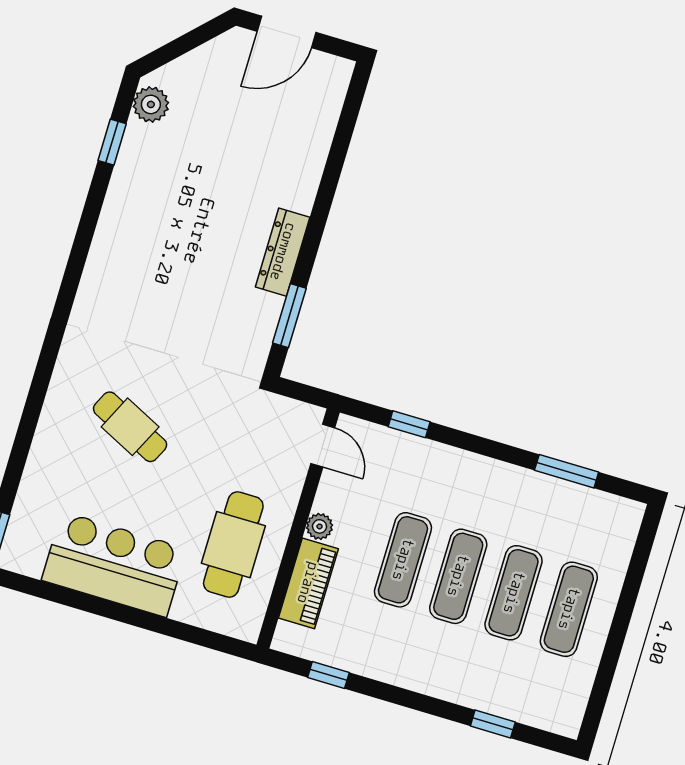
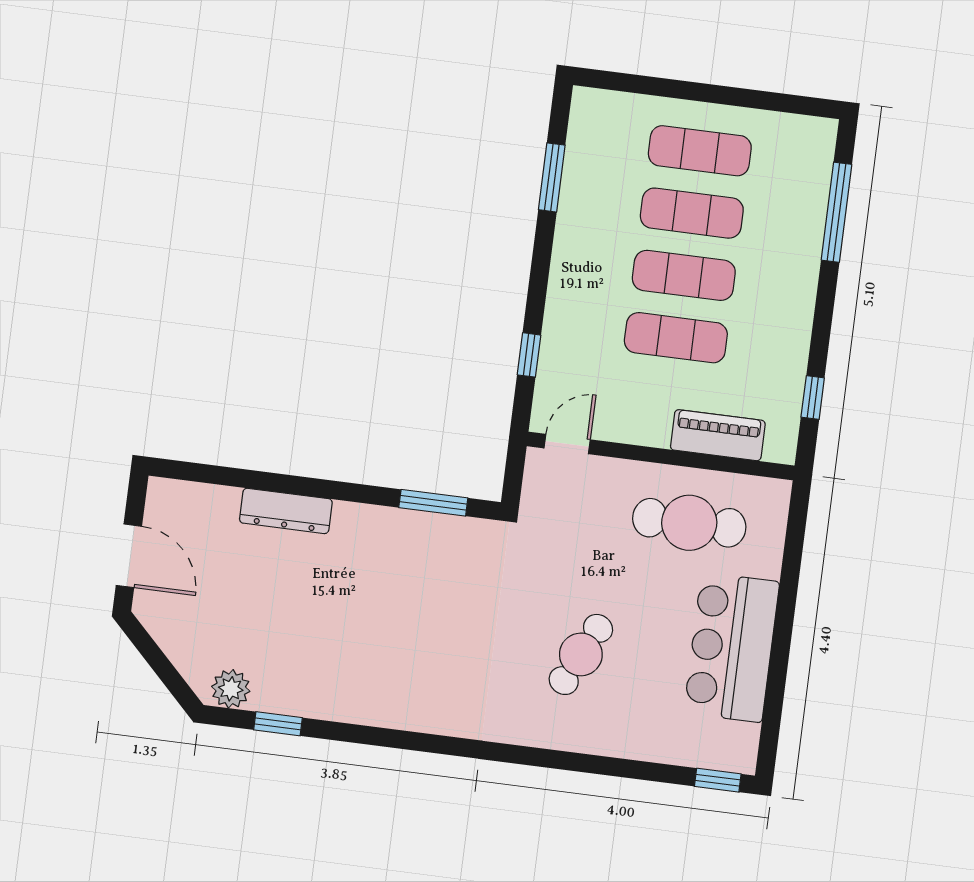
dresser: (283, 252) -> (286, 511), moved
plant: (320, 526) -> (655, 433), removed
window: (493, 724) -> (836, 212), width x2.17

